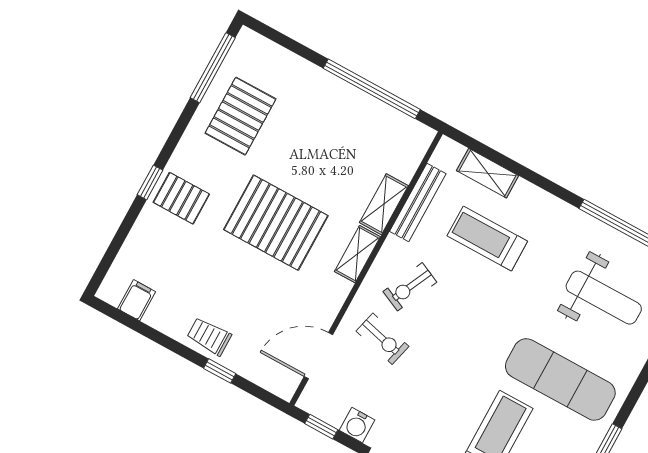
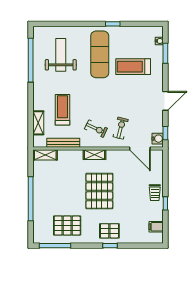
window: (372, 89) -> (31, 199), moved
pallet: (181, 198) -> (109, 231), turned 90
shelving: (384, 204) -> (45, 155), moved
treadmill: (487, 238) -> (62, 110), turned 180
window: (220, 371) -> (165, 203), moved
water cooler: (357, 425) -> (158, 139), moved

